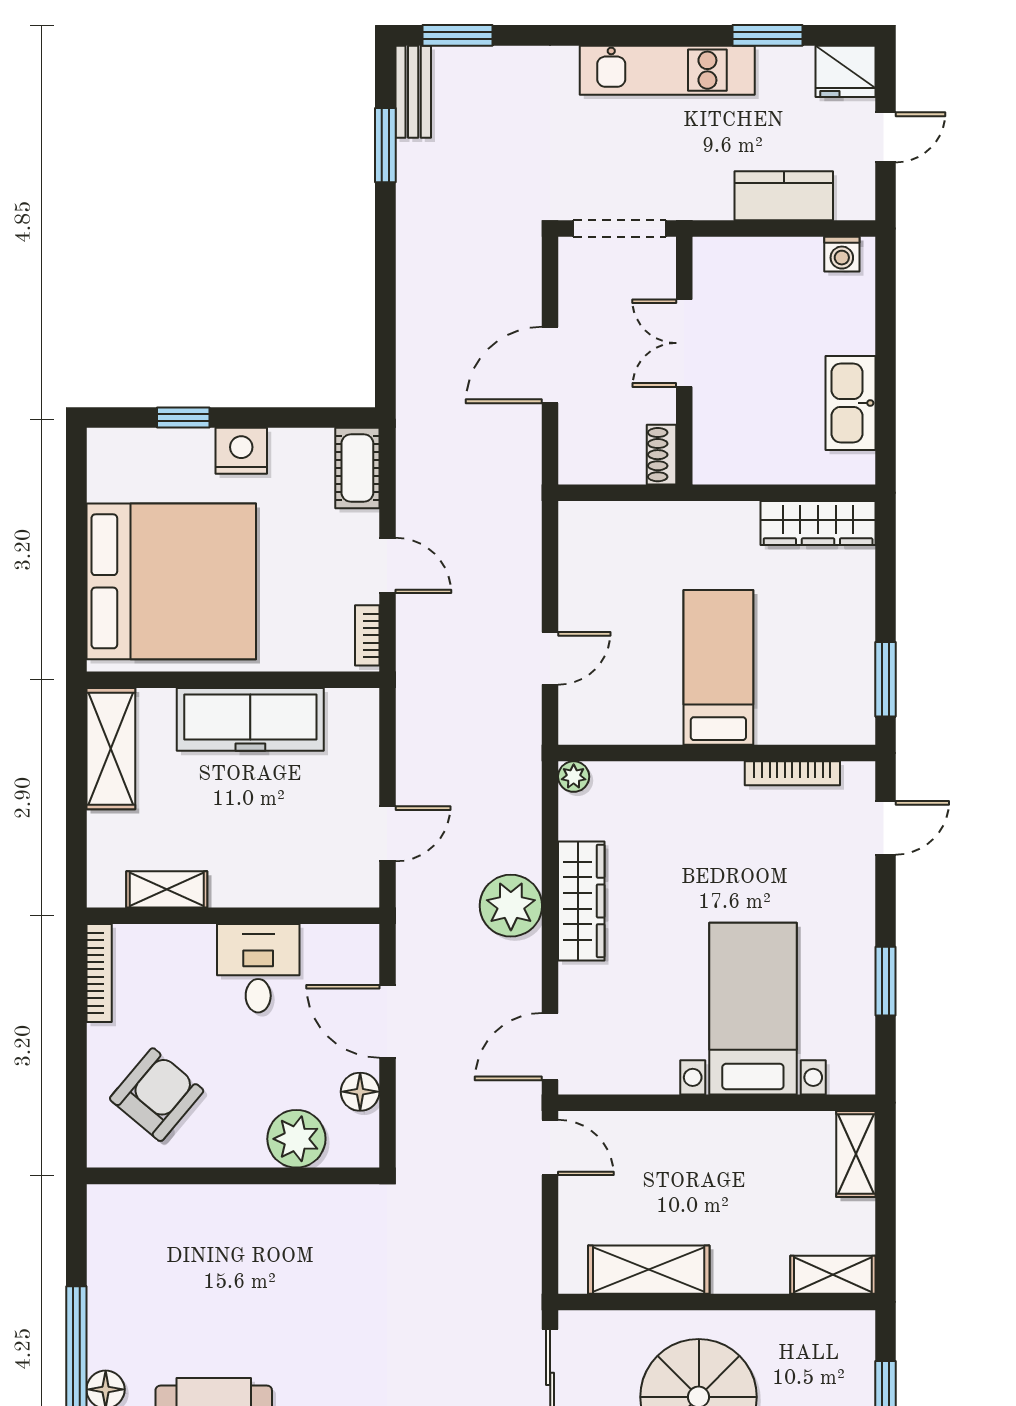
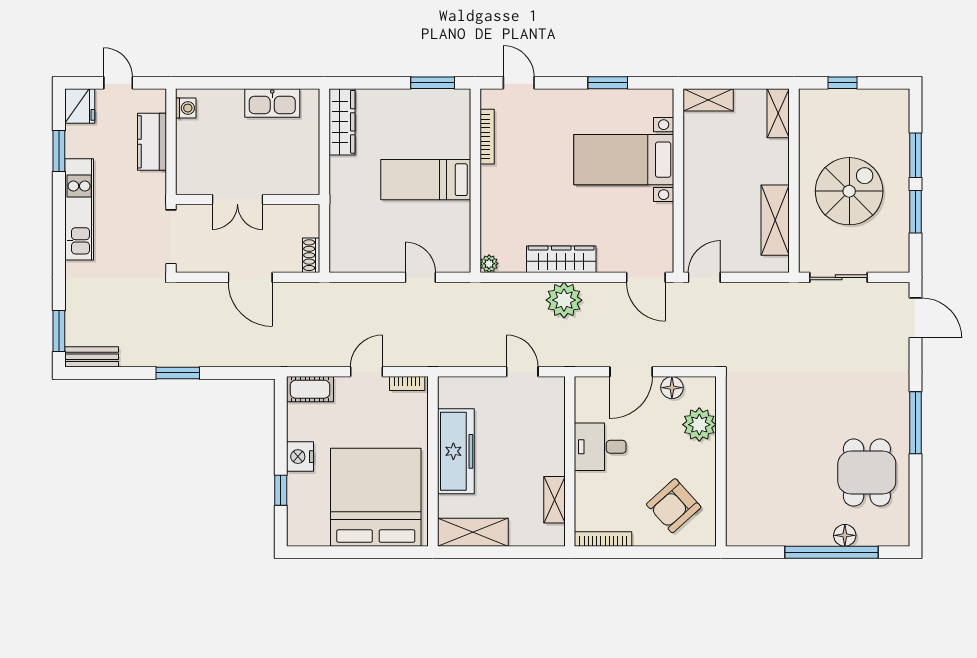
window: (385, 145) -> (178, 373), moved
shoe rack: (661, 455) -> (311, 255), moved, turned 90
armchair: (157, 1095) -> (674, 506), turned -82

